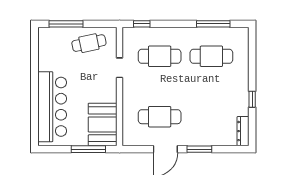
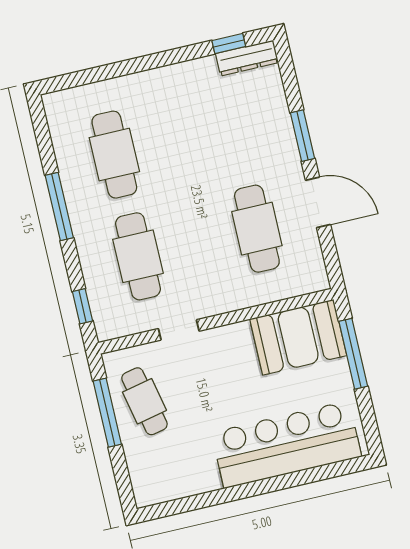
window: (66, 24) -> (107, 413), moved
window: (213, 24) -> (59, 207), moved
window: (252, 99) -> (229, 44), moved

